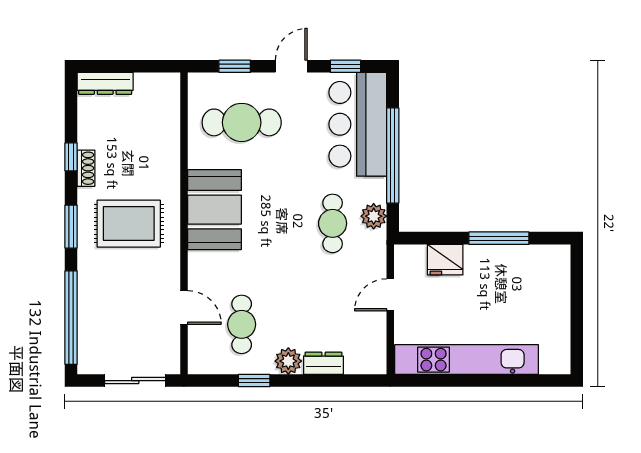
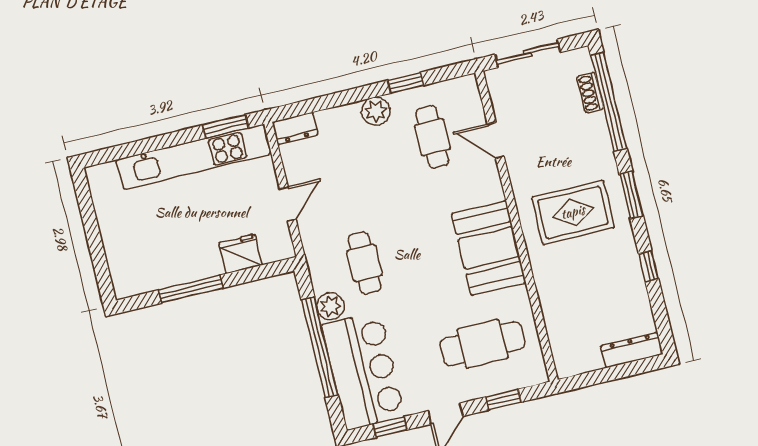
shoe rack: (86, 168) -> (590, 93), moved
plant: (374, 216) -> (330, 306), moved
dresser: (324, 363) -> (295, 128), moved
window: (431, 381) -> (225, 126), added

